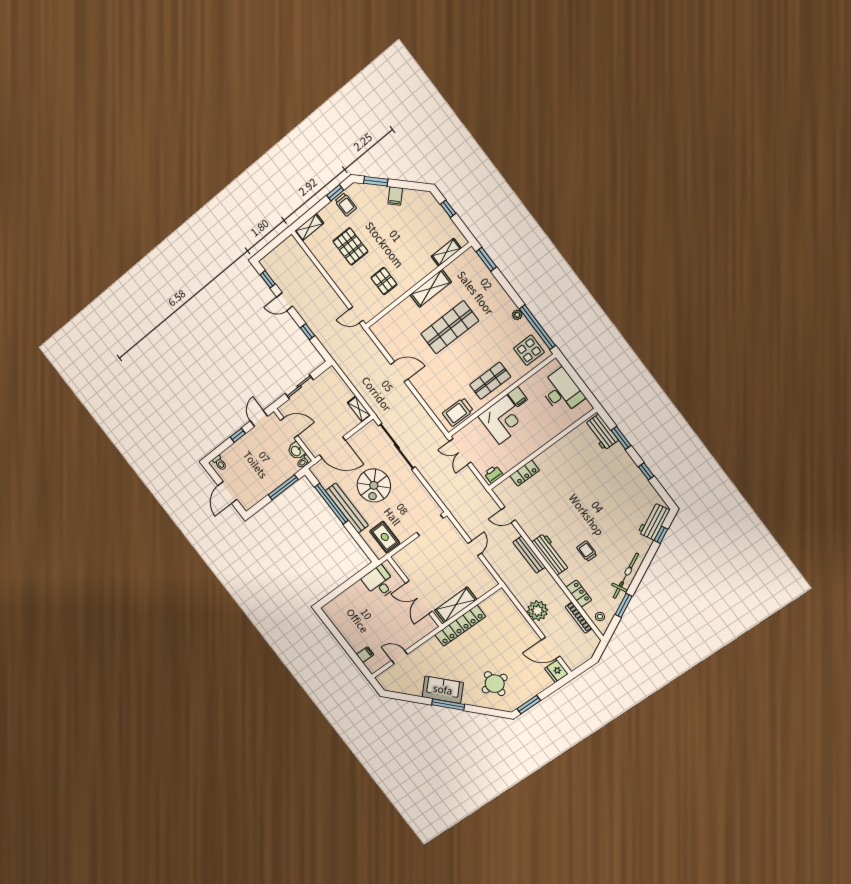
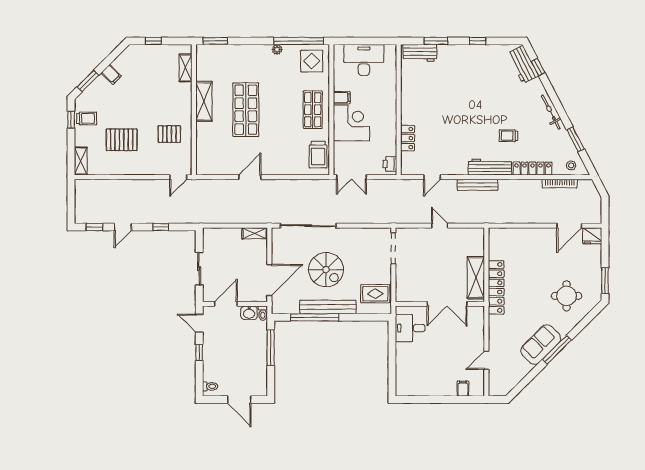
bicycle: (626, 576) -> (551, 112), width x0.73, depth x0.71
locker: (579, 594) -> (533, 168), width x1.53
plant: (538, 611) -> (529, 213), removed

